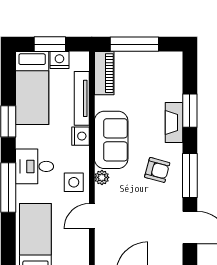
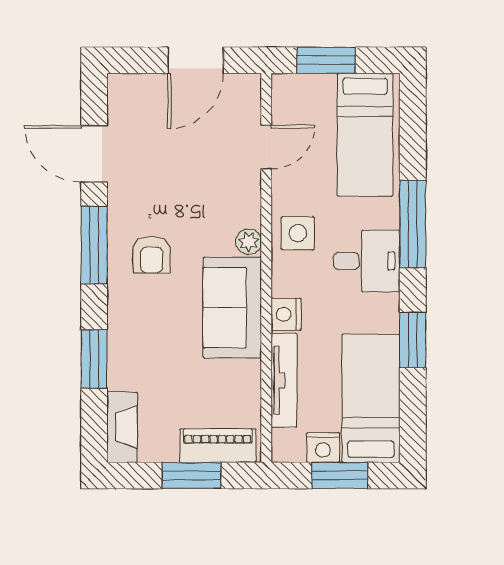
window: (134, 44) -> (192, 476), width x0.69
piano: (104, 73) -> (218, 446), moved, turned 90
fireplace: (174, 123) -> (122, 427), moved
armchair: (157, 170) -> (151, 255), turned -105
door: (92, 216) -> (266, 147), moved

